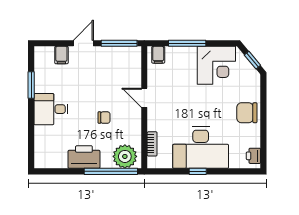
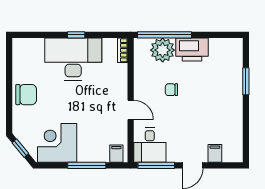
window: (31, 85) -> (246, 81), moved
desk: (51, 109) -> (150, 145), moved, turned 90
bookcase: (152, 144) -> (123, 50), moved
plant: (125, 156) -> (163, 50), moved
printer: (253, 156) -> (19, 51), removed

